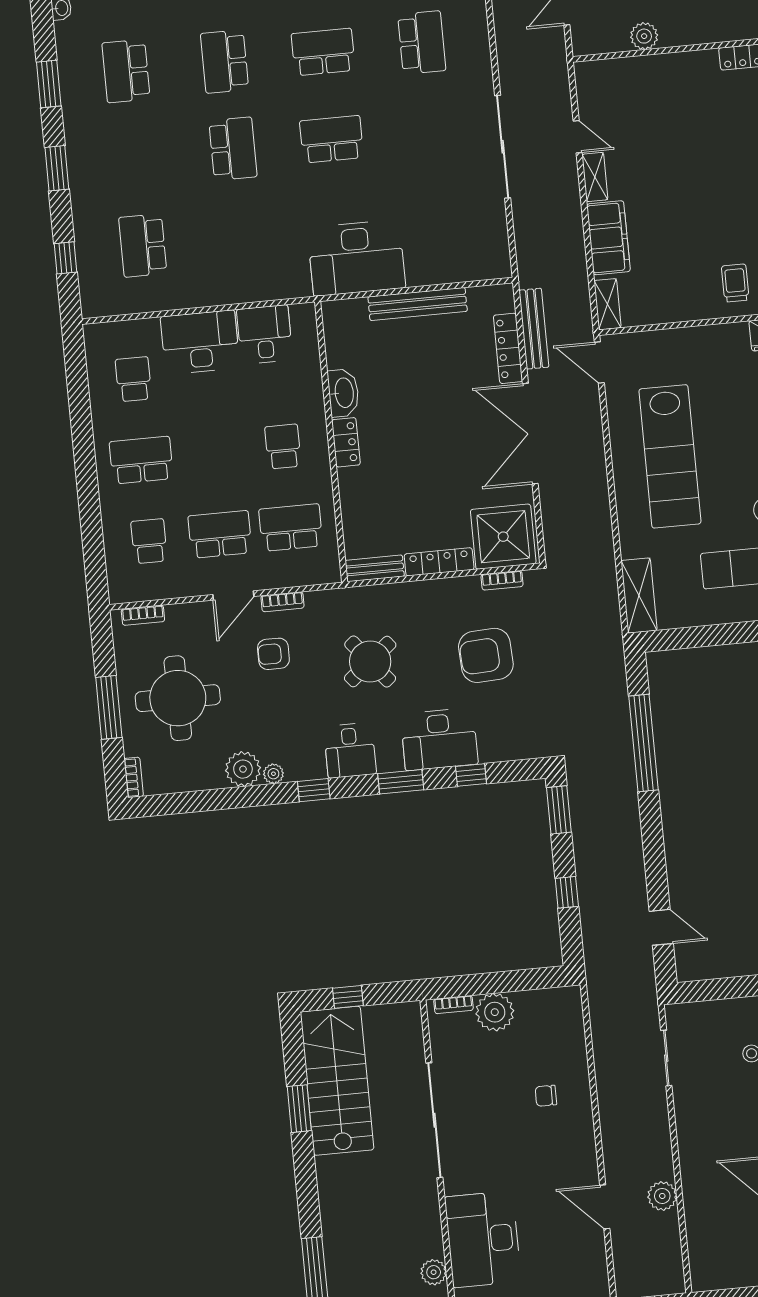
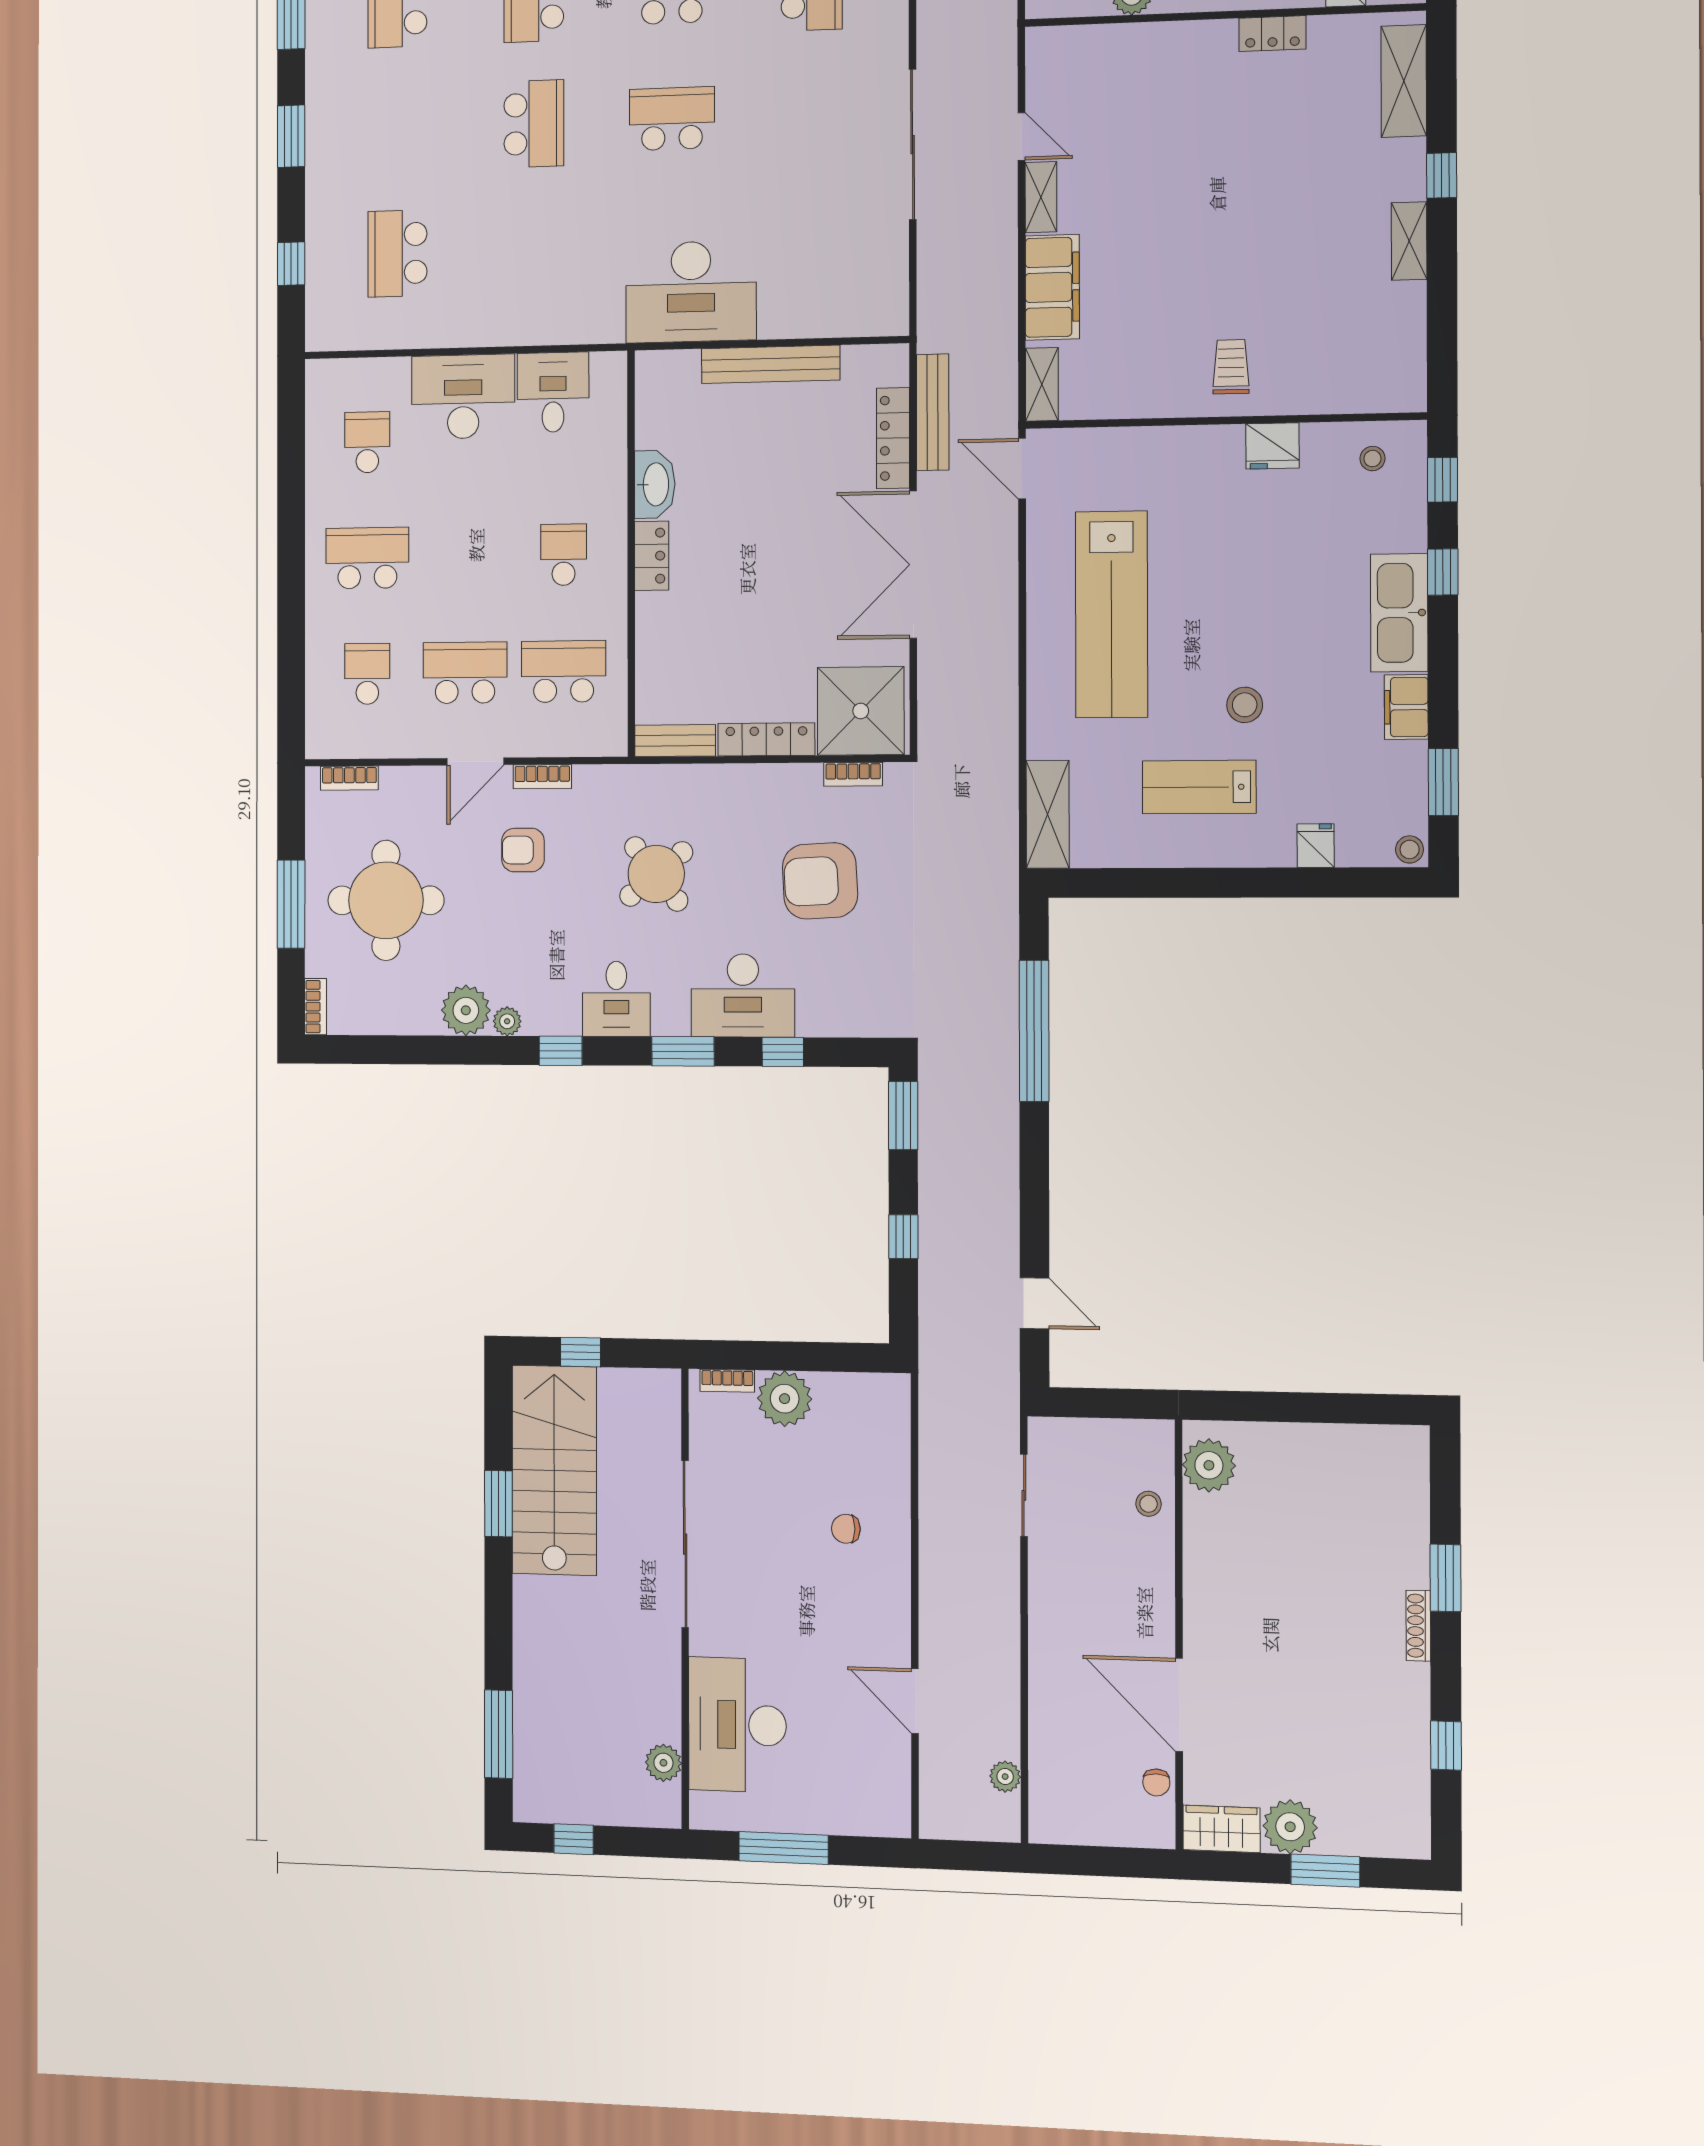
plant: (662, 1196) -> (1005, 1777), moved, width x0.73, depth x0.73

